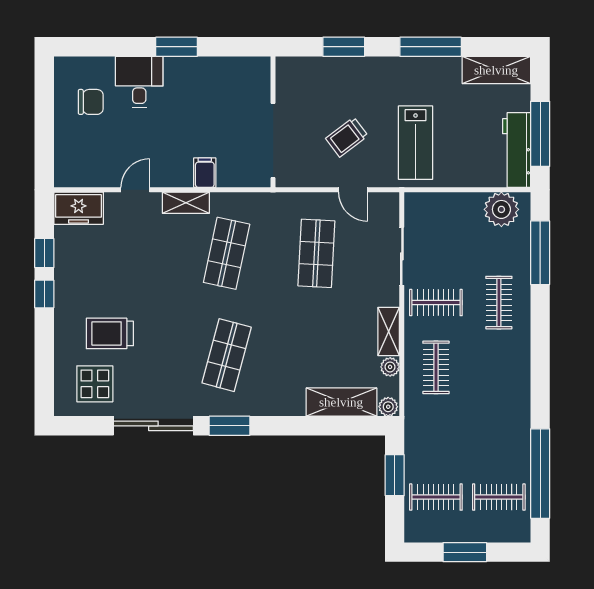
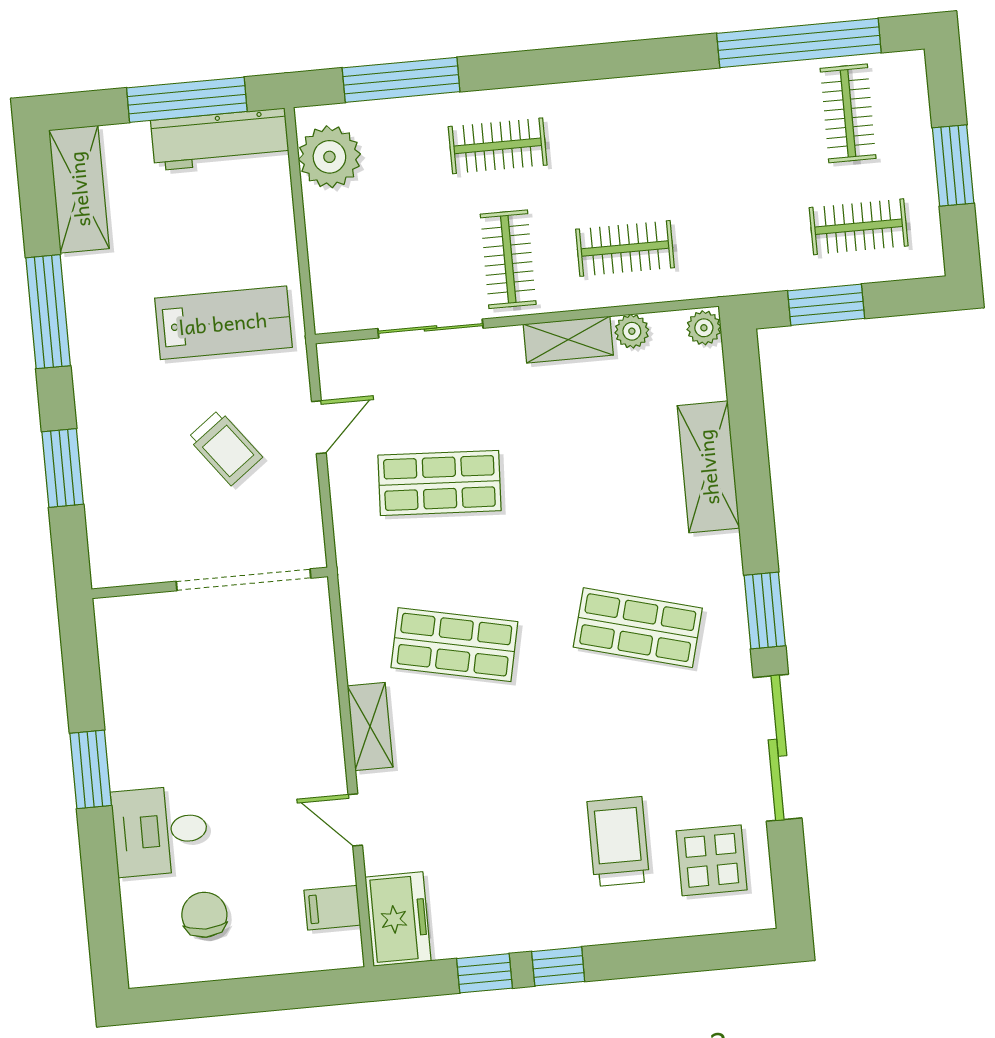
filing cabinet: (205, 173) -> (332, 908), moved
trolley: (110, 333) -> (618, 842), turned 180
shelving: (341, 402) -> (708, 467), moved
clothes rail: (436, 497) -> (859, 227), turned 90

